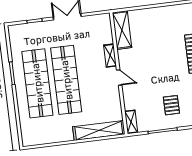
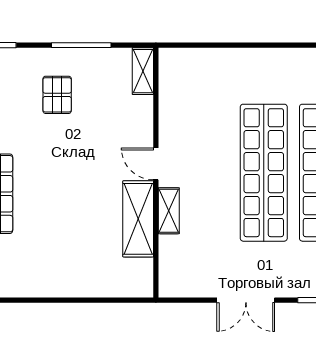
shelving: (122, 30) -> (138, 219), moved
shelving: (99, 130) -> (210, 62), removed

